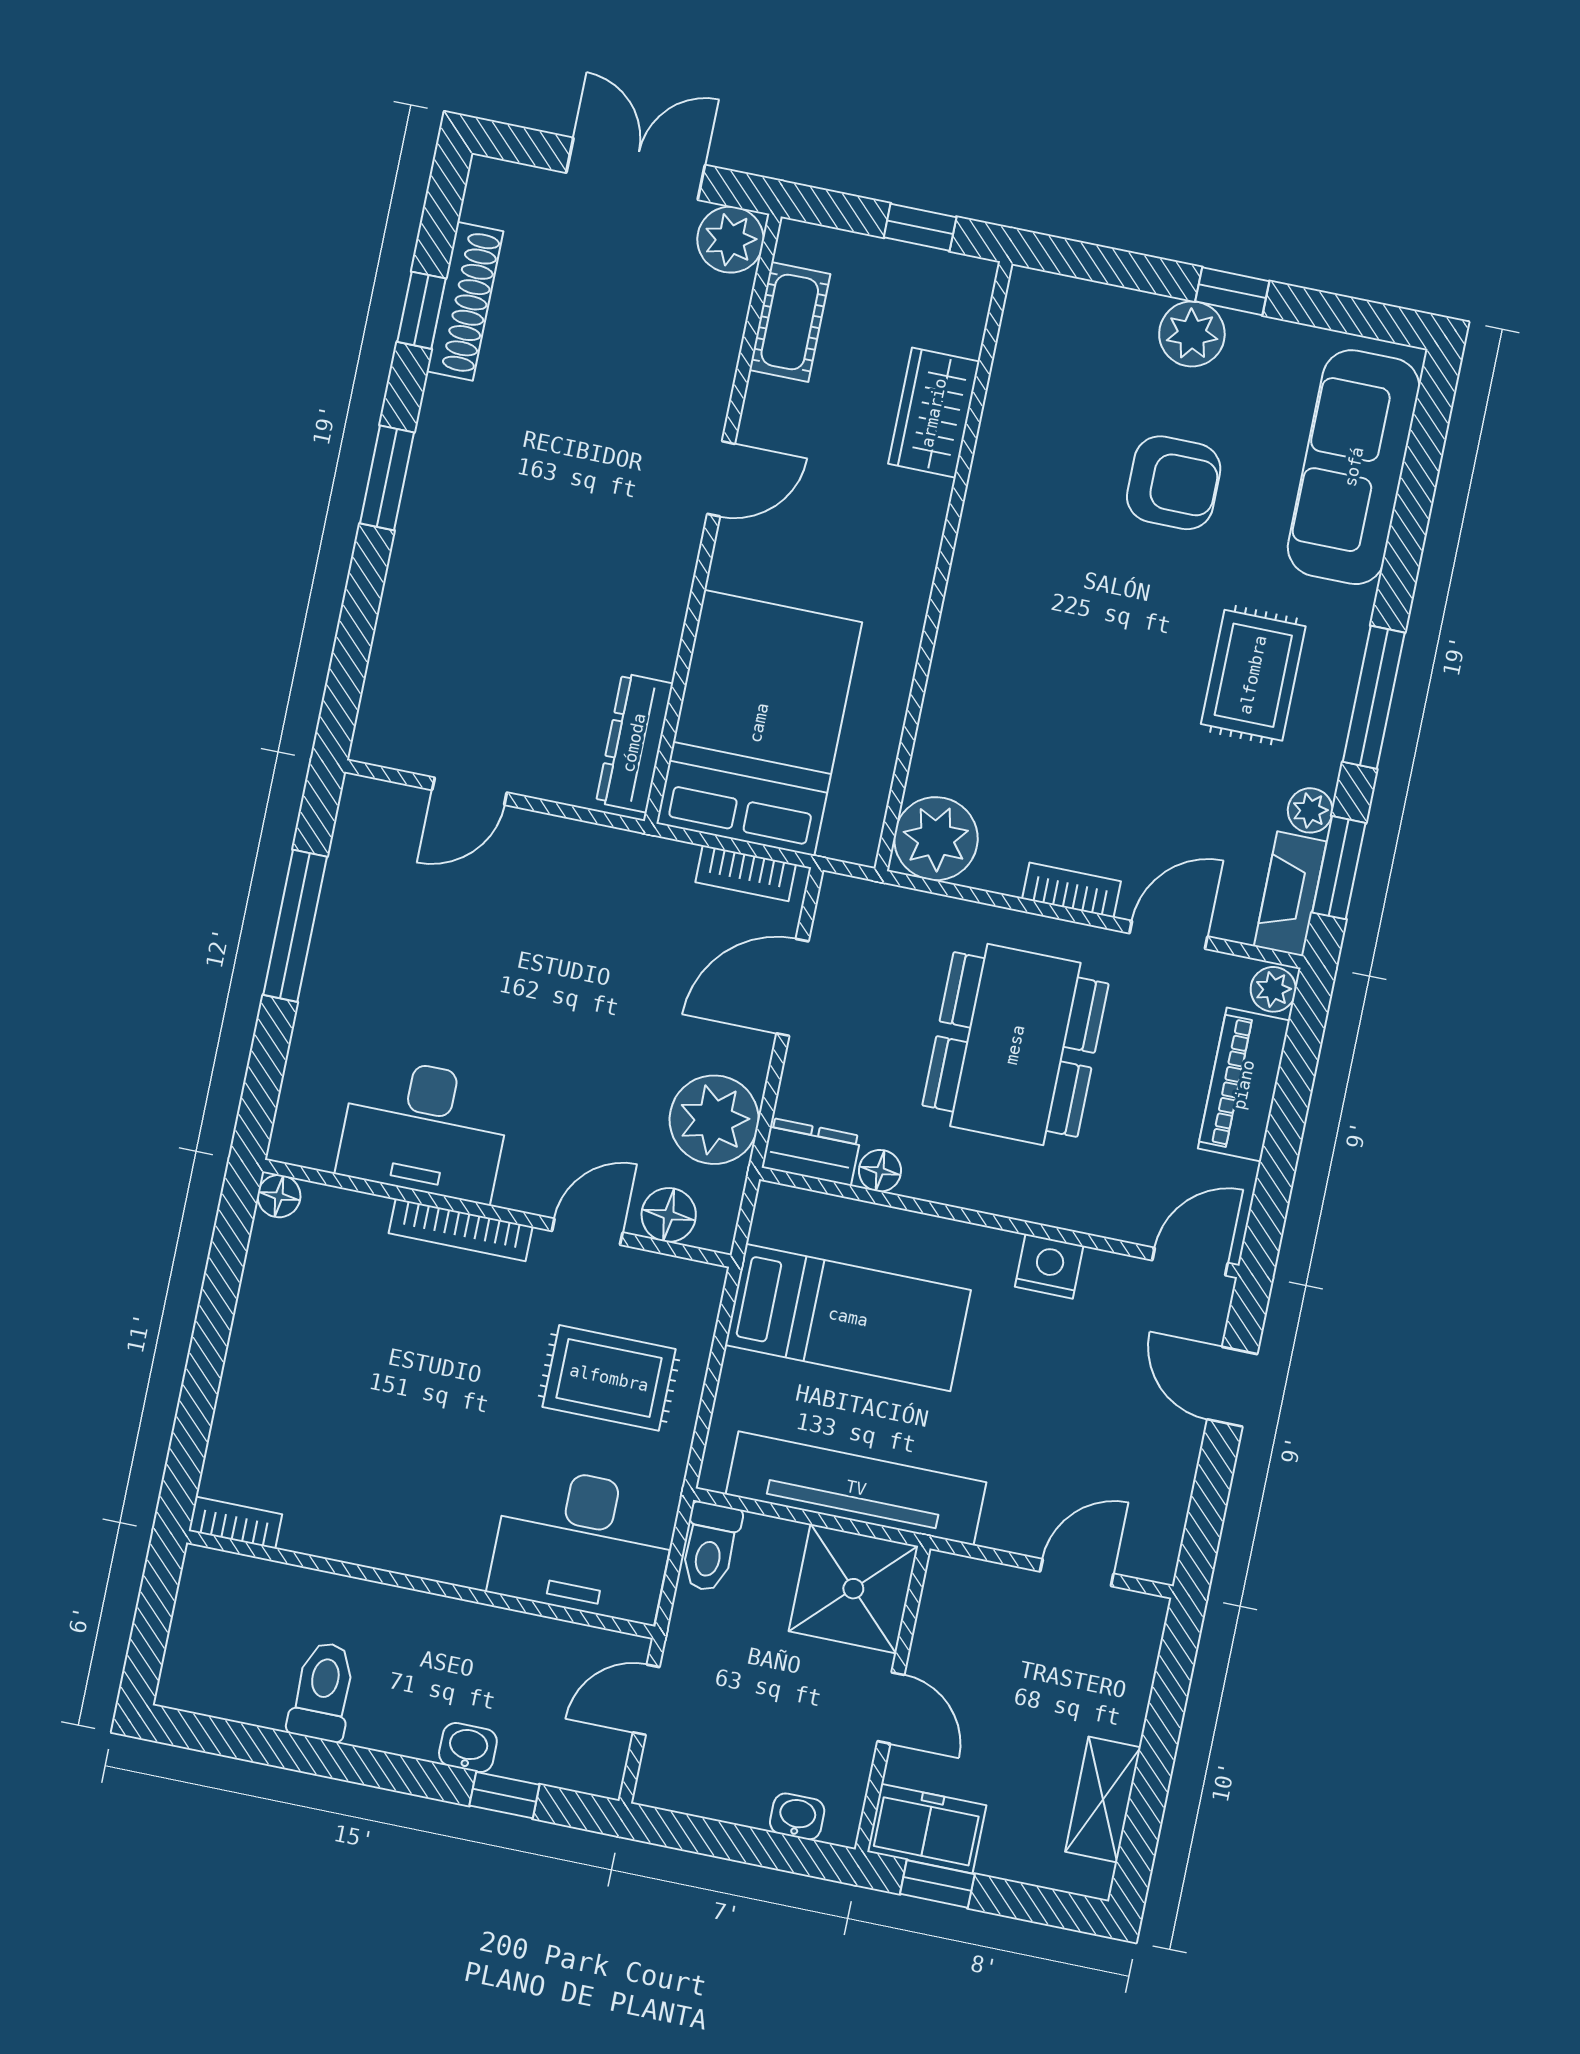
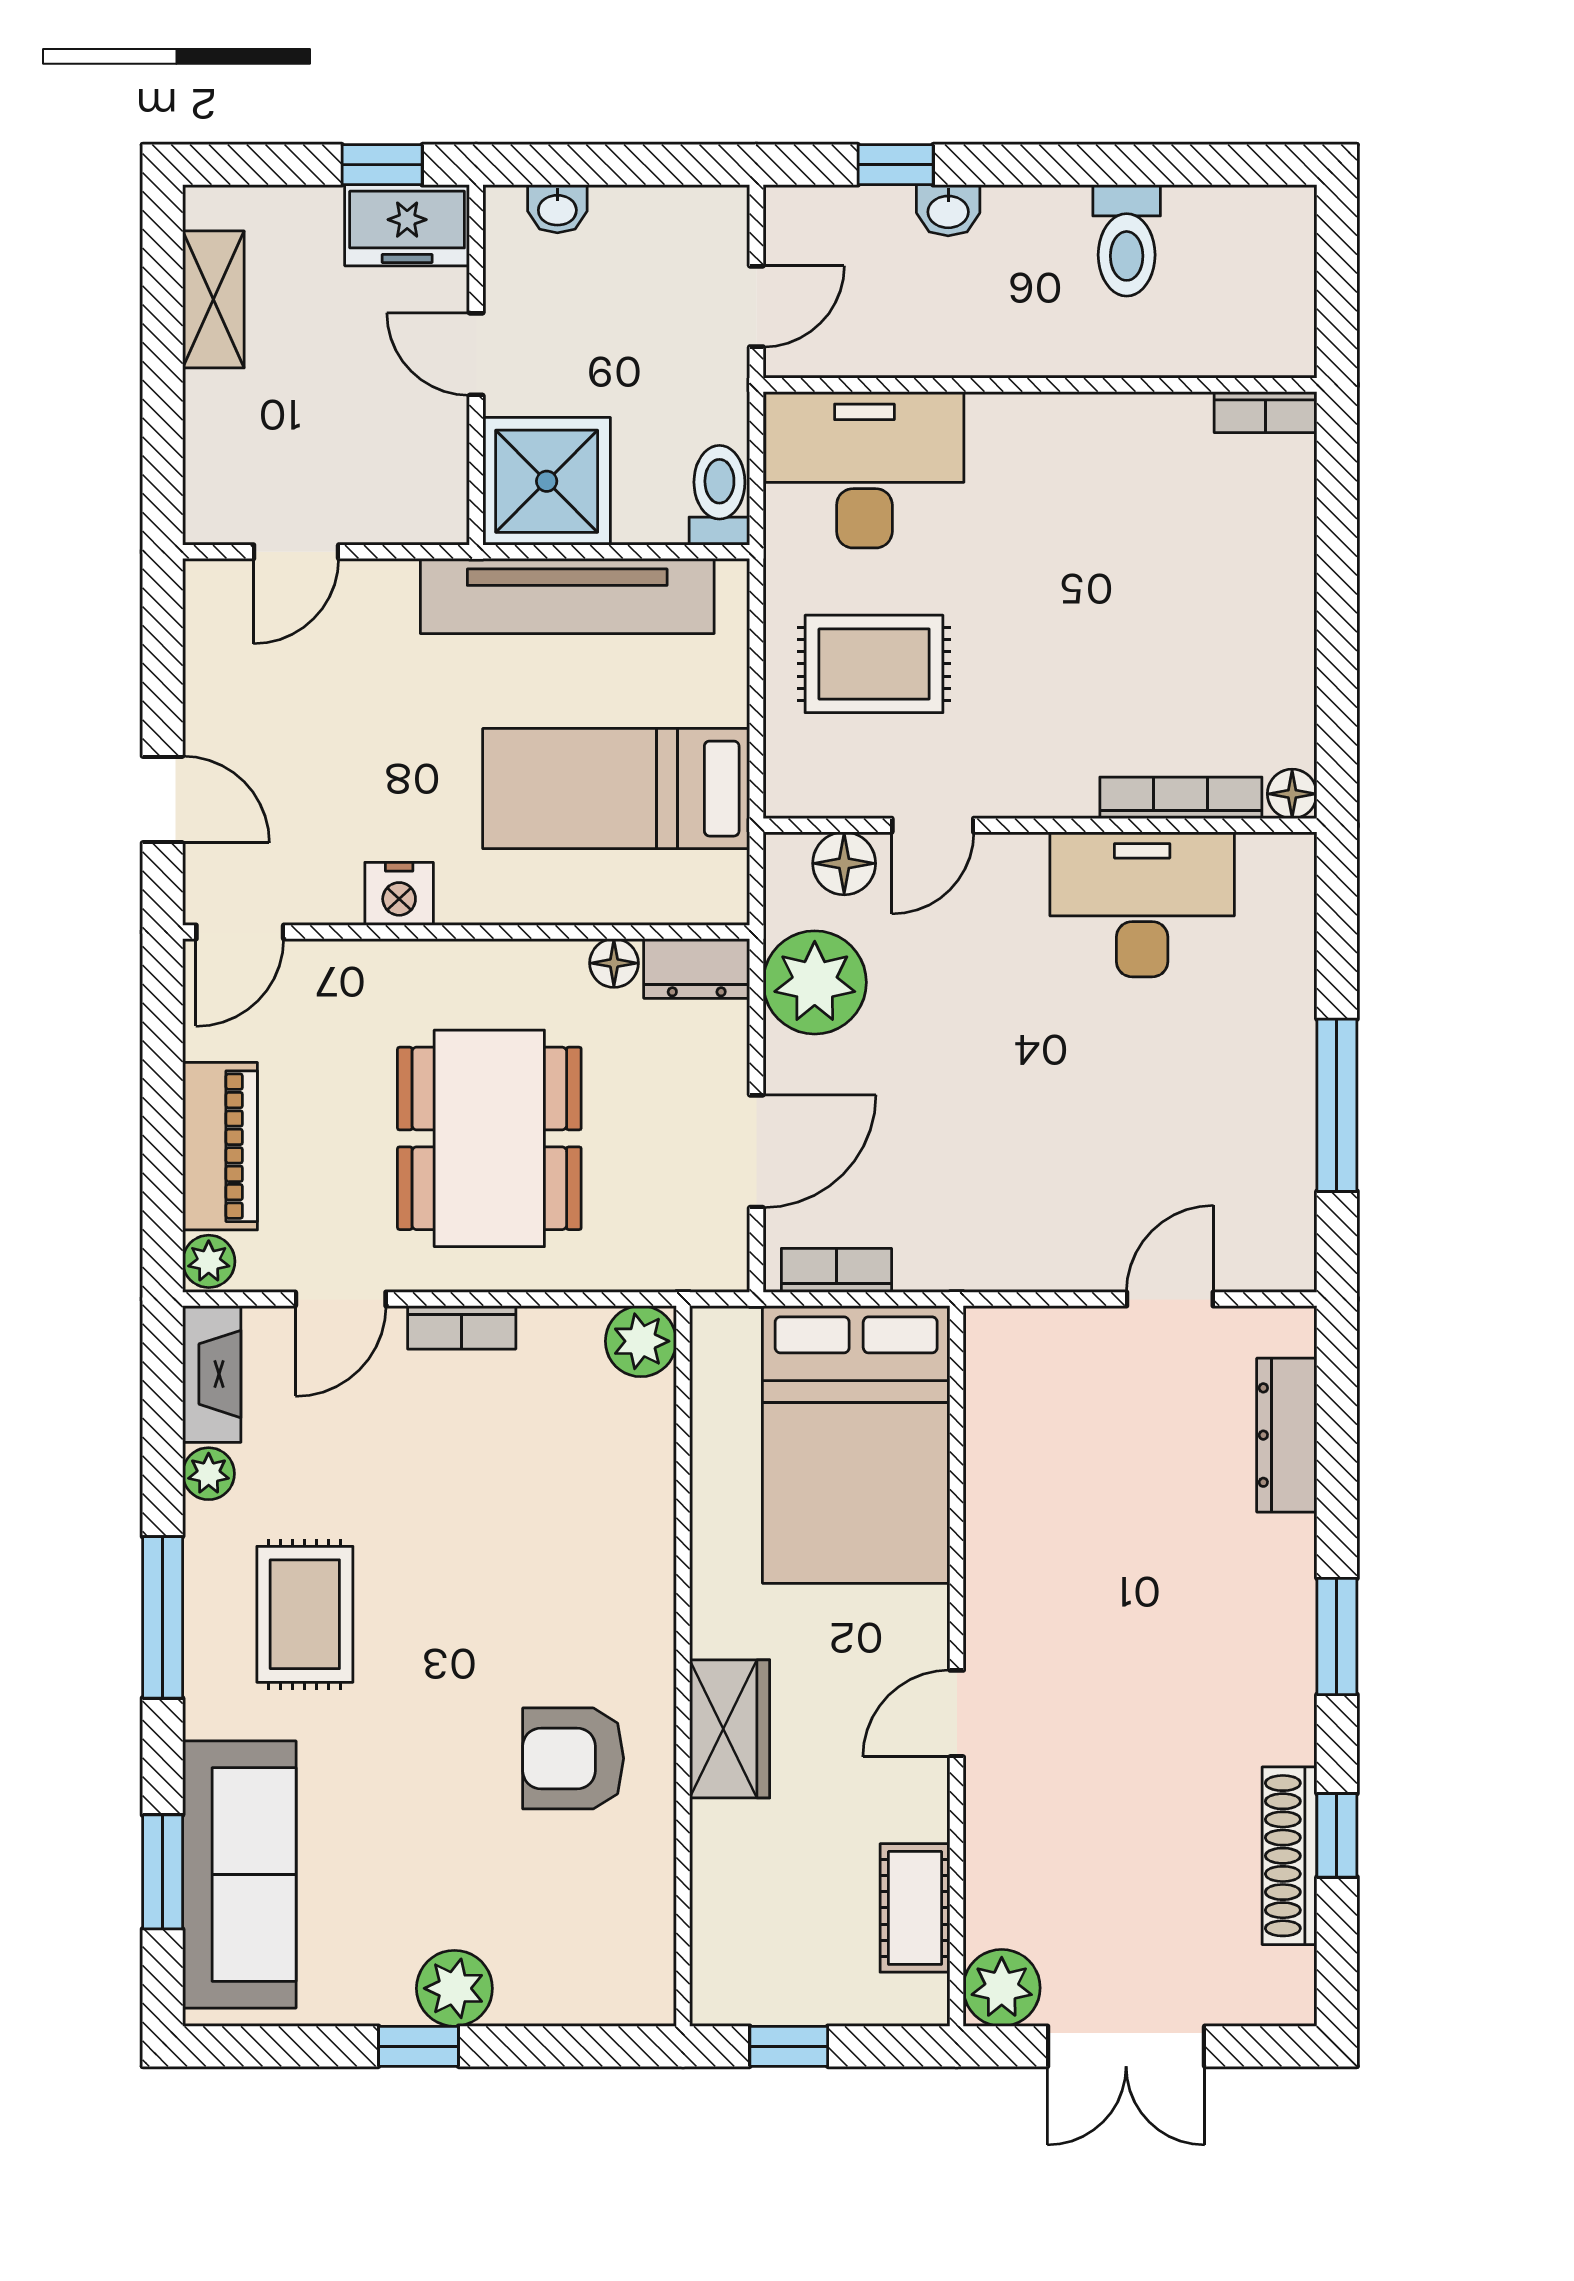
wardrobe: (934, 413) -> (730, 1729), moved
armchair: (1174, 483) -> (573, 1758), moved
dresser: (634, 743) -> (1287, 1435), moved, turned 180
plant: (936, 839) -> (641, 1341), width x0.73, depth x0.73
window: (1339, 868) -> (163, 1872), moved
bookcase: (461, 1230) -> (1181, 798), moved

